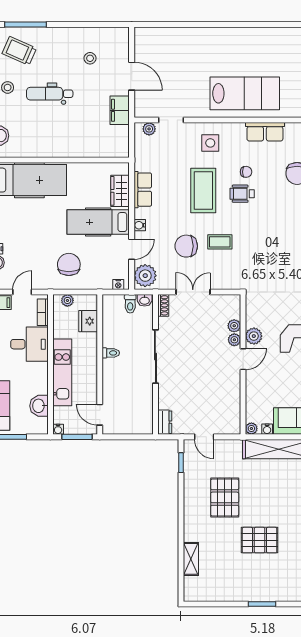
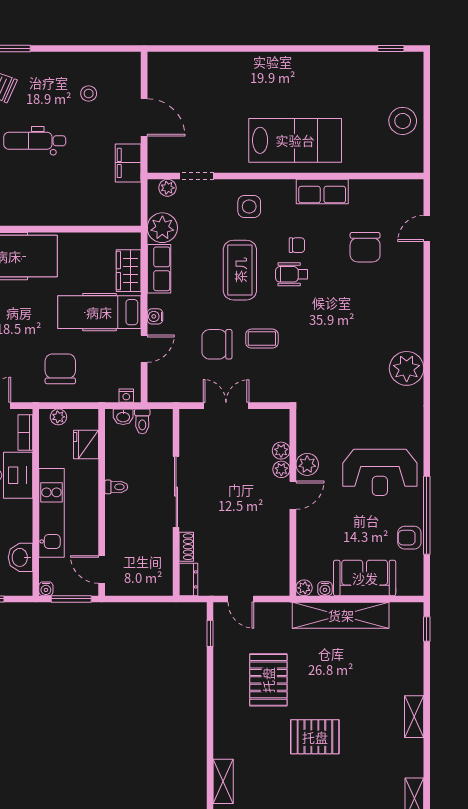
plant: (145, 276) -> (162, 228), moved
washbasin: (145, 300) -> (123, 417), moved
shoe rack: (163, 305) -> (186, 547), moved
shelving: (191, 559) -> (223, 781), moved

